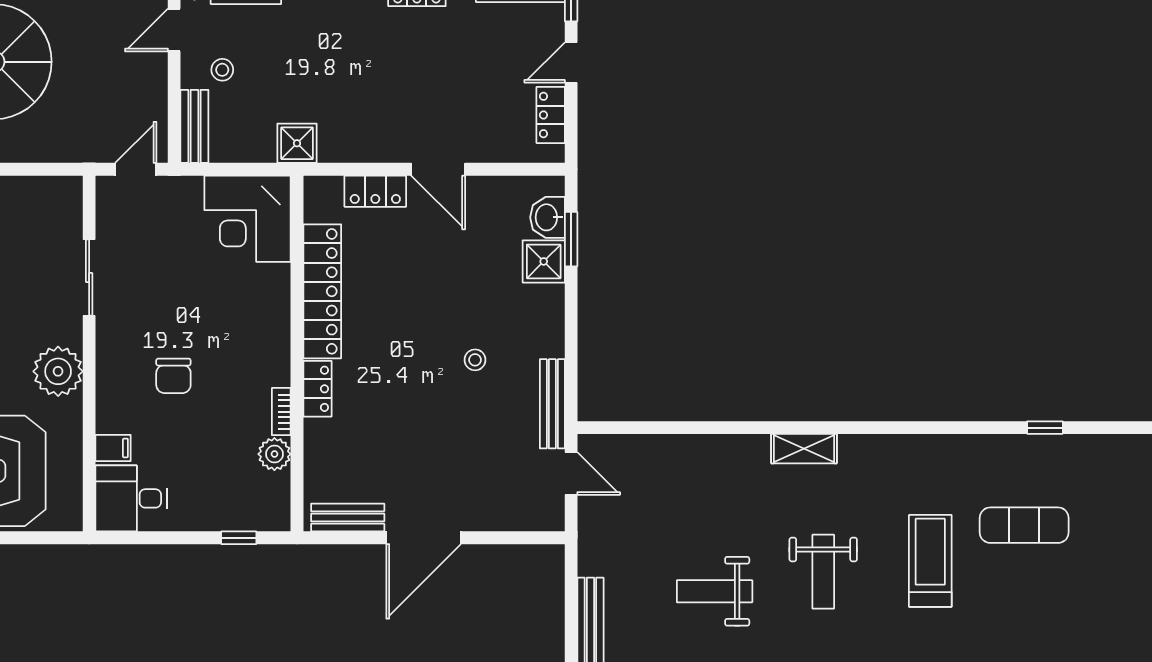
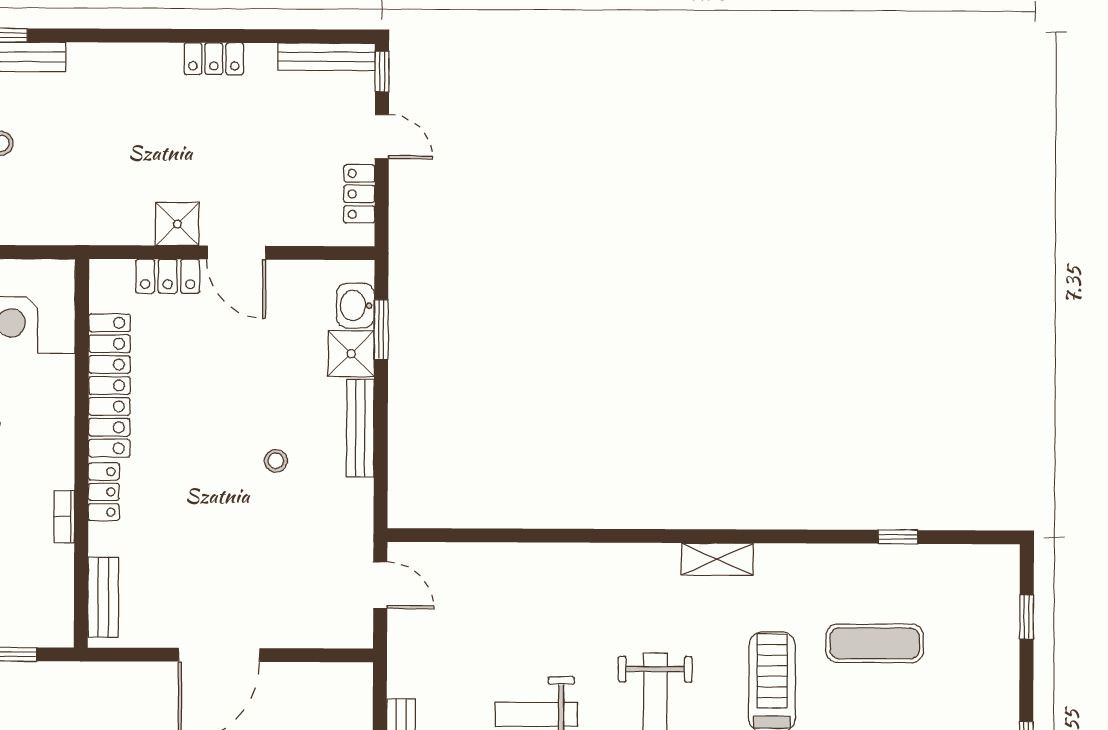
door: (571, 62) -> (382, 137), swing flipped
shower: (297, 143) -> (177, 224), moved
bench: (552, 404) -> (360, 428), moved
shelving: (804, 449) -> (717, 559), moved
plant: (274, 454) -> (57, 563), removed
bench: (348, 518) -> (103, 597), moved, turned 90

